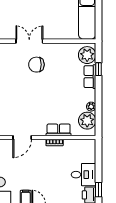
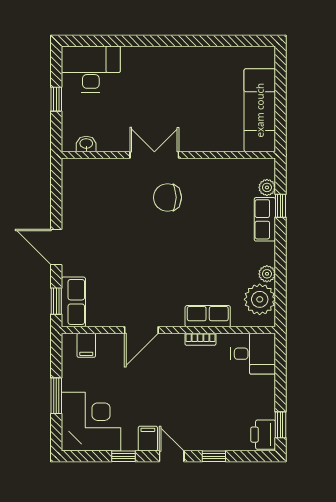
plant: (87, 55) -> (267, 187), width x0.53, depth x0.53
desk: (84, 175) -> (253, 354), moved

